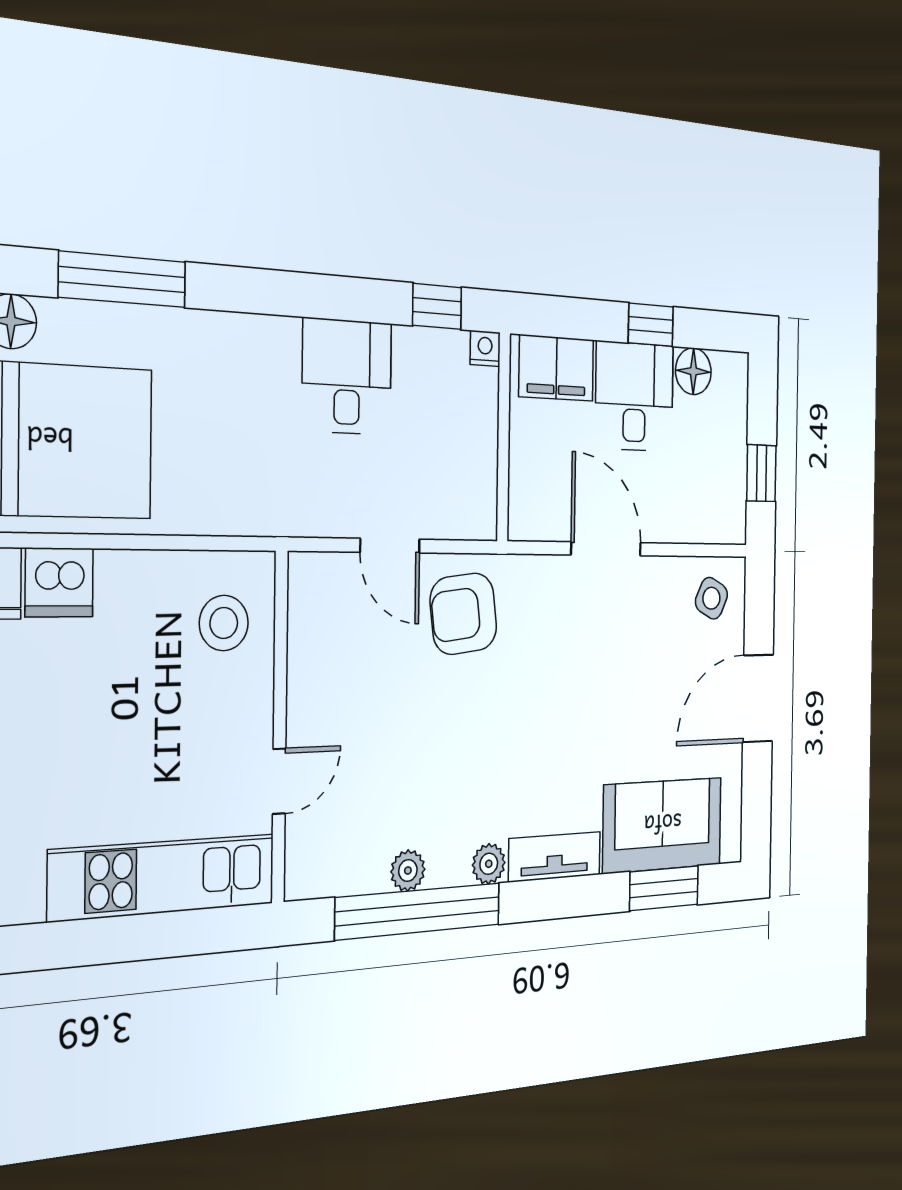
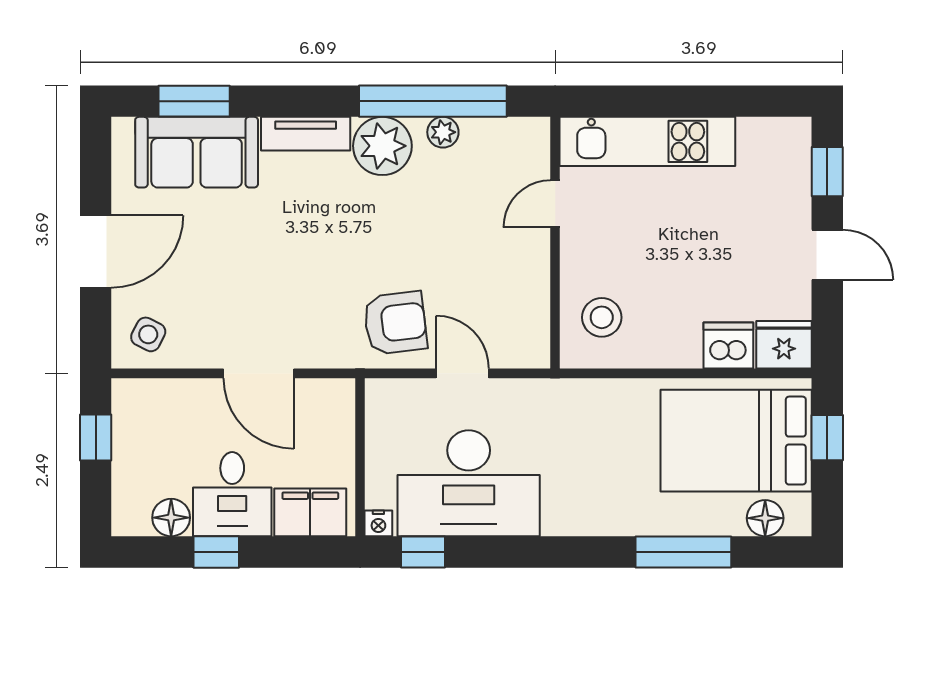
desk: (347, 377) -> (469, 483), width x1.87, depth x1.30
plant: (489, 864) -> (382, 146), width x1.87, depth x1.87

